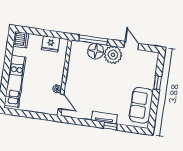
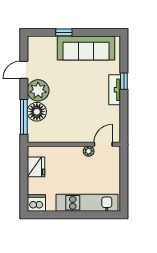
sofa: (141, 105) -> (86, 48), width x1.36

